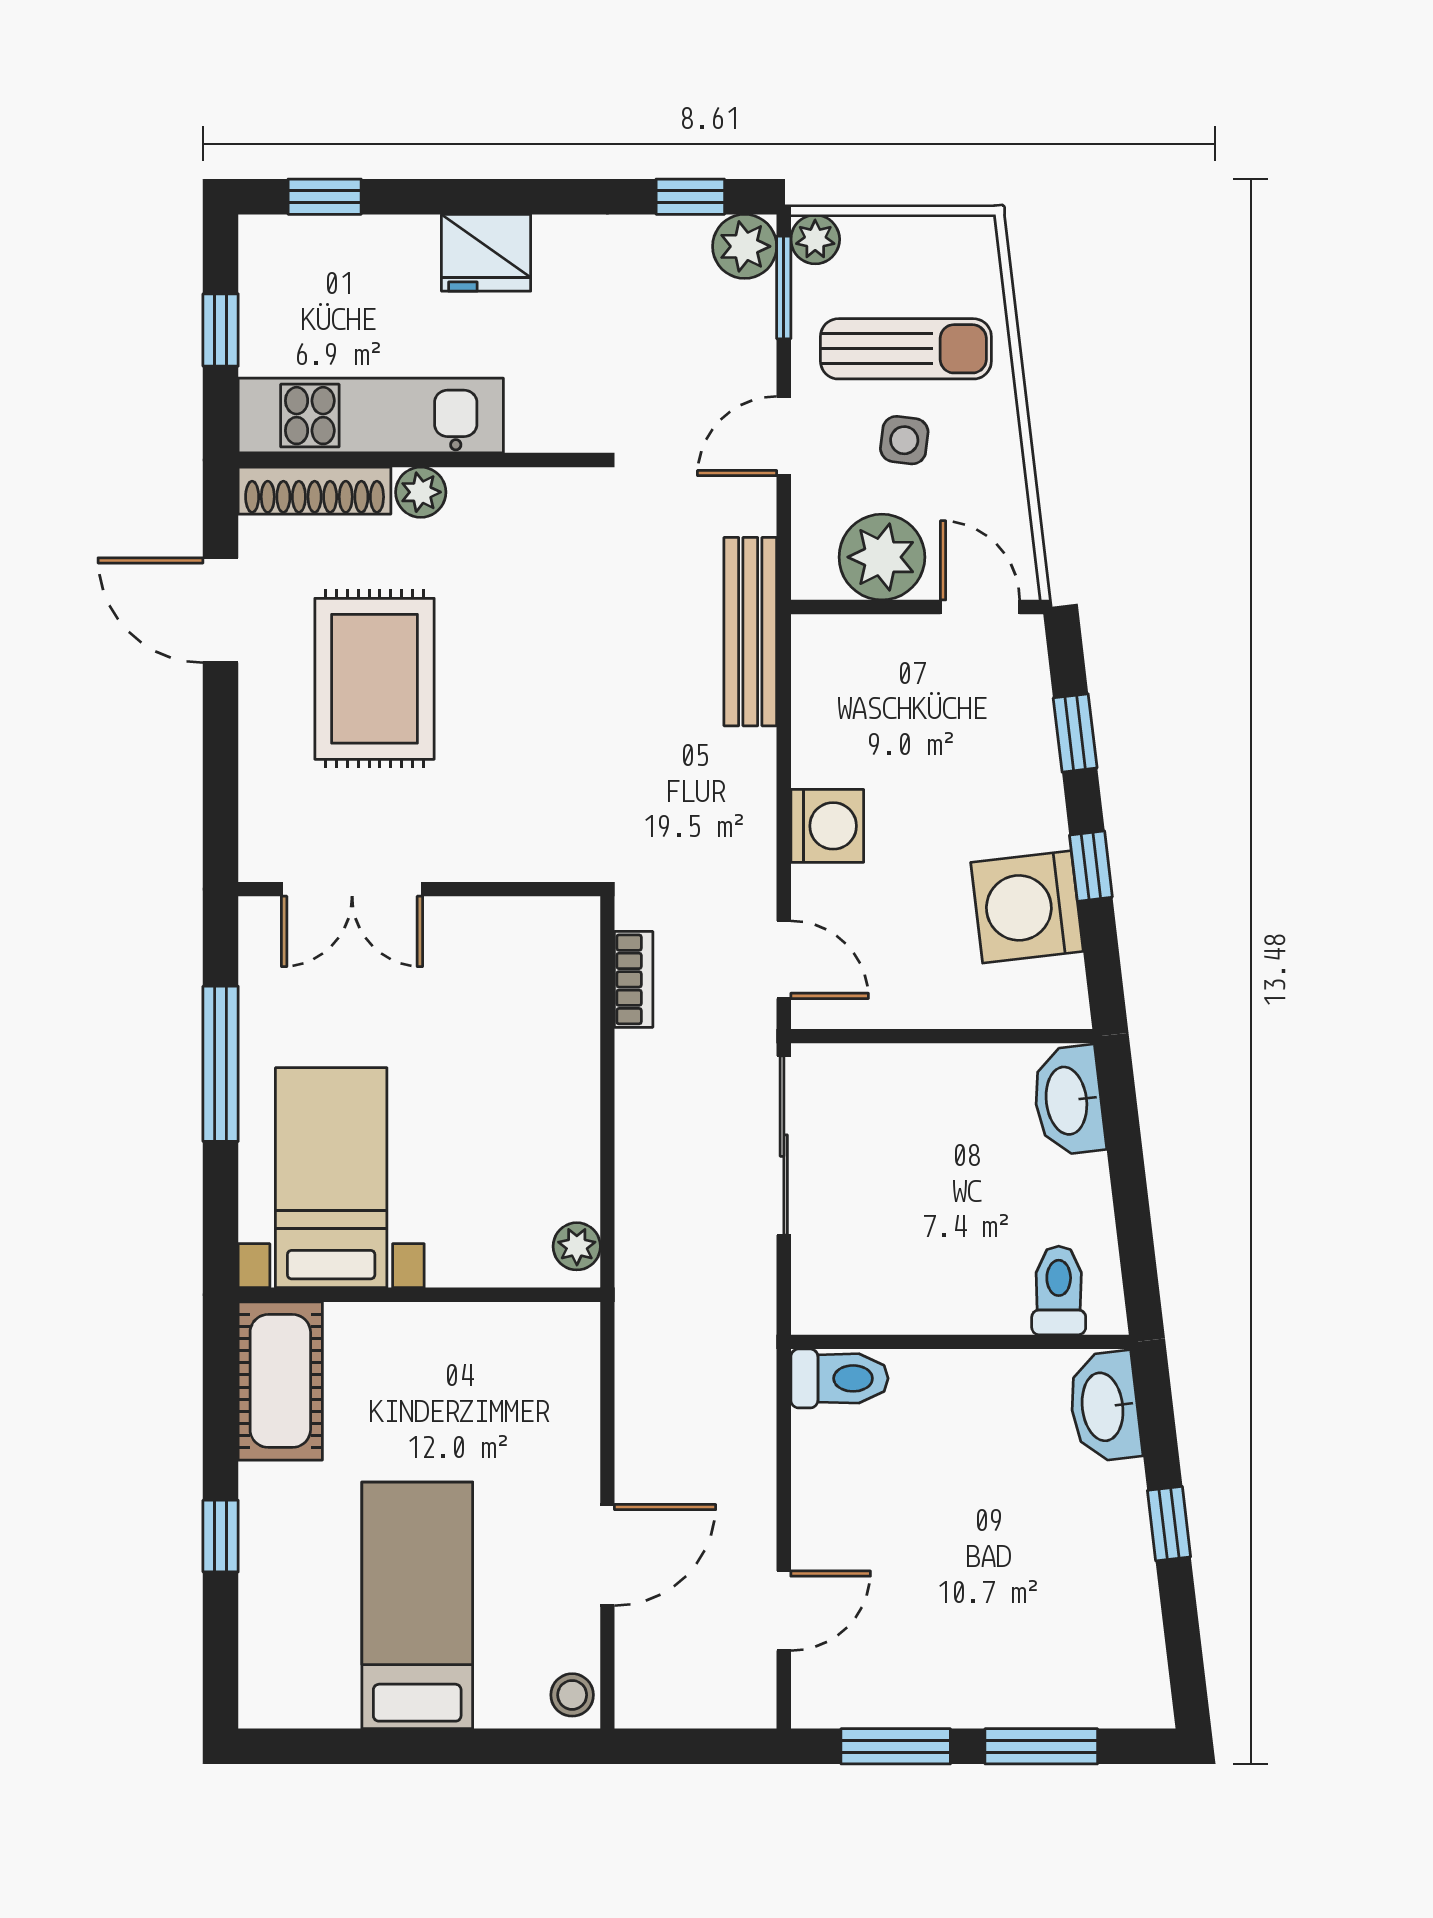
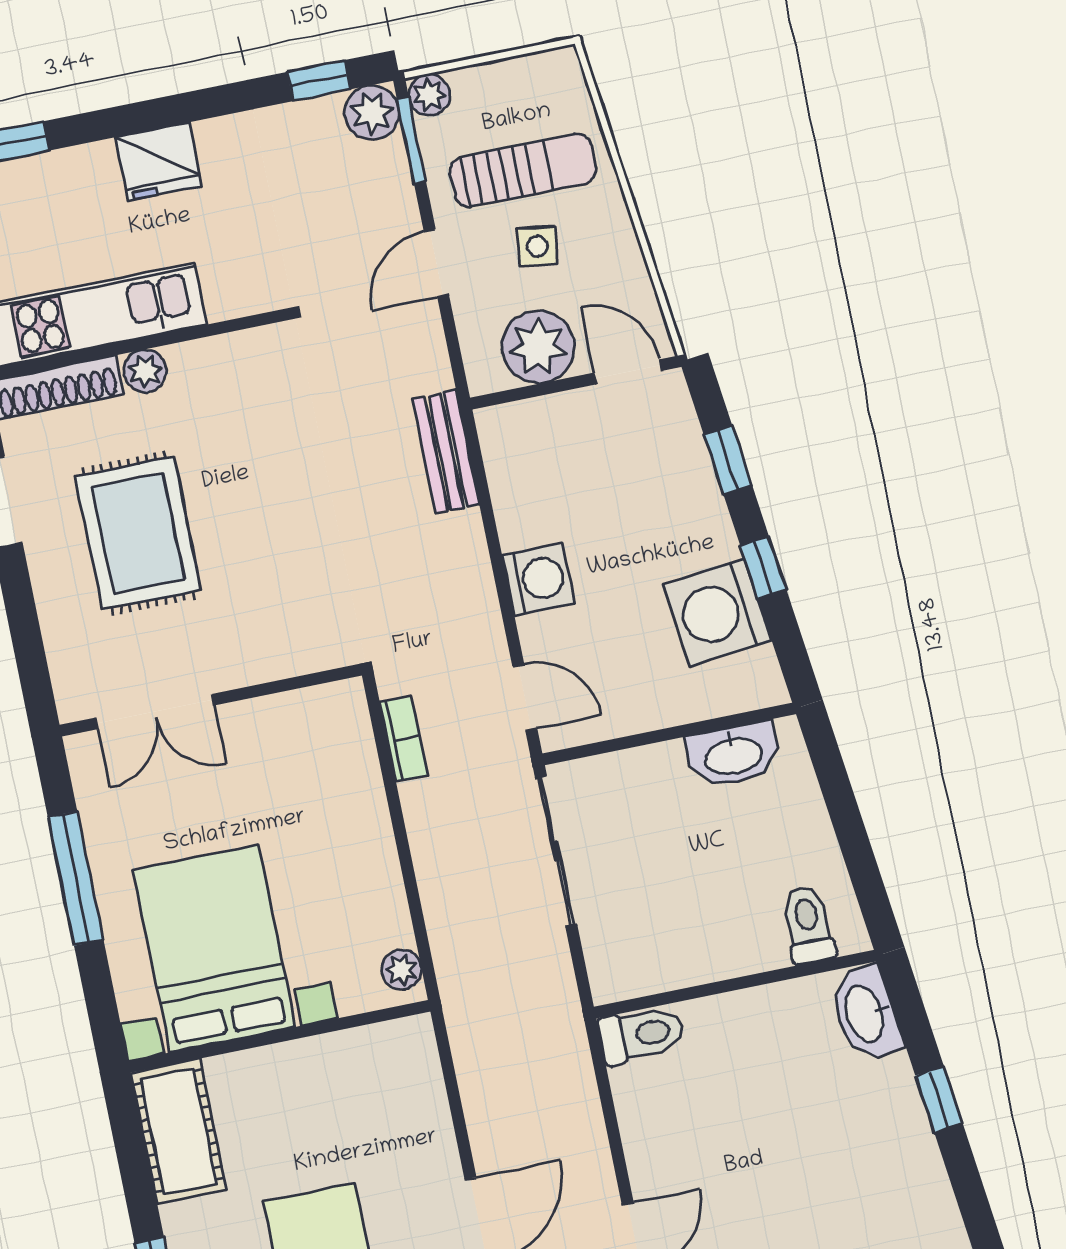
bench: (750, 632) -> (446, 452), width x0.73
washbasin: (1068, 1100) -> (733, 755), moved, turned -83
bed with nightstands: (331, 1178) -> (214, 948), width x1.36

